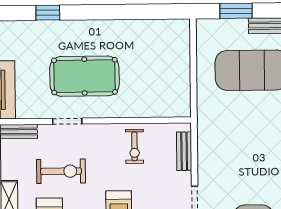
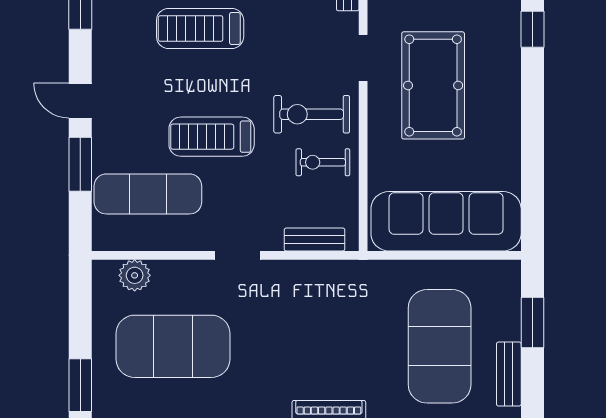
sofa: (172, 67) -> (446, 221), added
exercise bike: (61, 171) -> (312, 114), moved, turned 90

